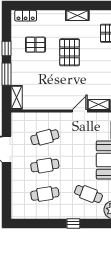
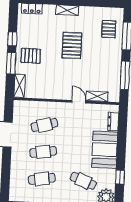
shelving: (77, 15) -> (67, 10), moved
pallet: (35, 45) -> (31, 56), moved
door: (80, 111) -> (79, 102), hinge flipped

